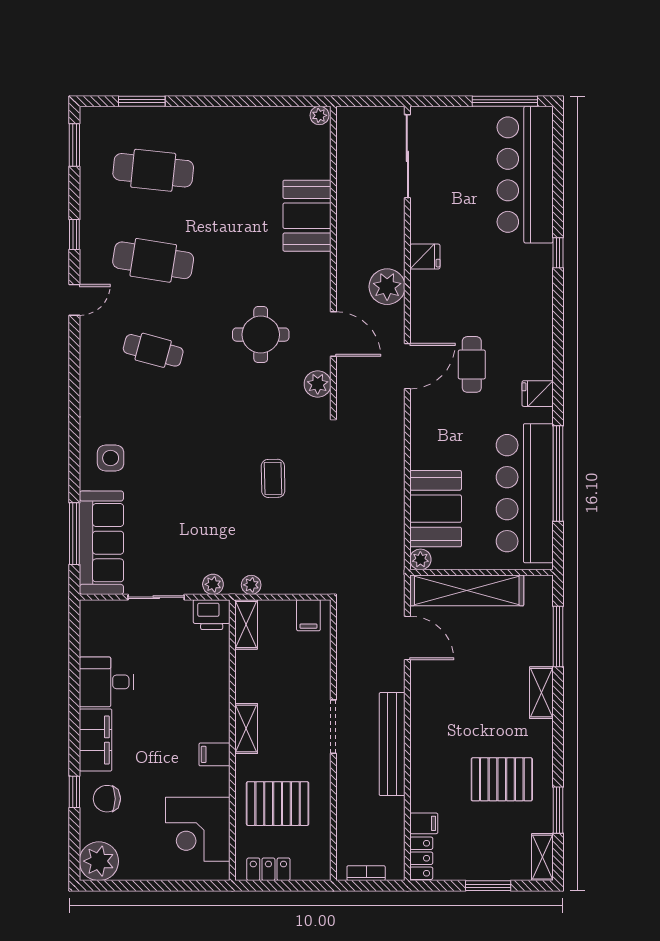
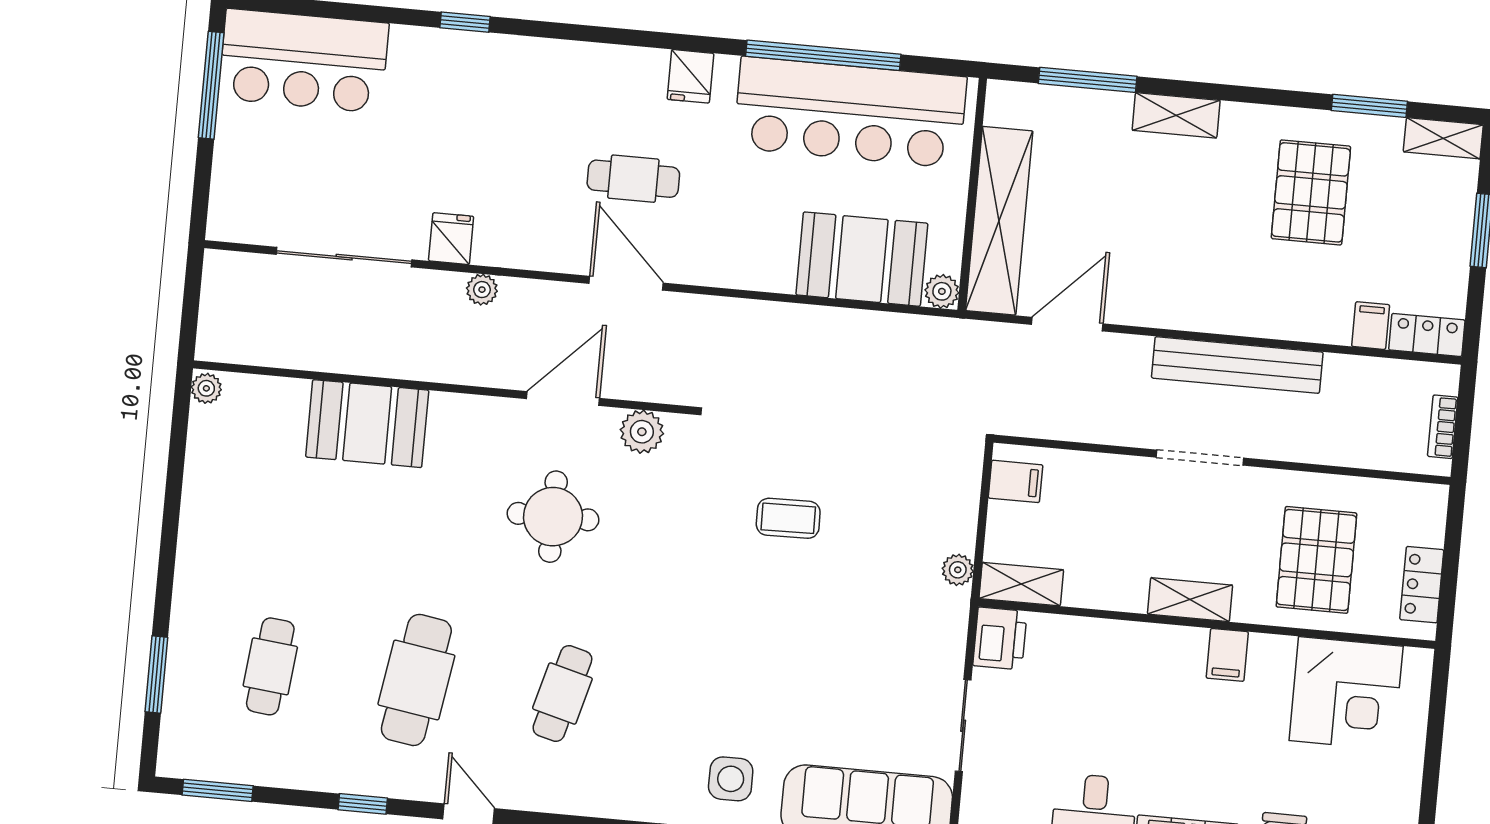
sliding door: (407, 156) -> (344, 257), moved
cafe table: (153, 170) -> (270, 666), width x0.73, depth x0.74
bar counter: (525, 175) -> (304, 61), width x0.73
plant: (387, 287) -> (482, 290), width x0.53, depth x0.53
plant: (213, 584) -> (951, 632), removed

